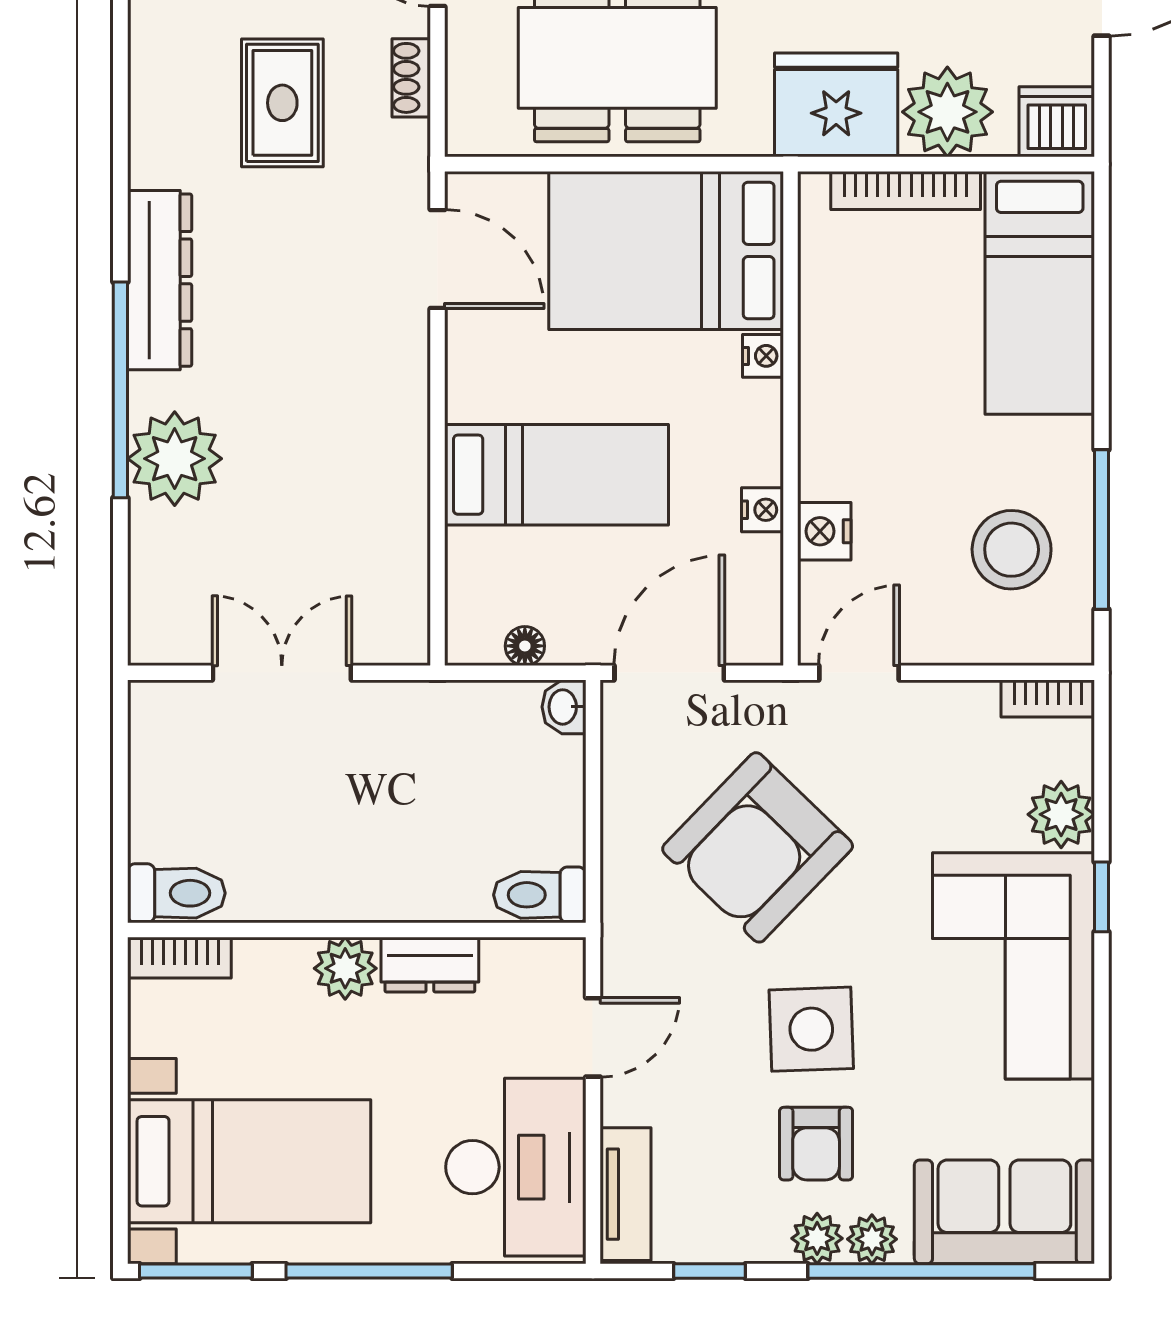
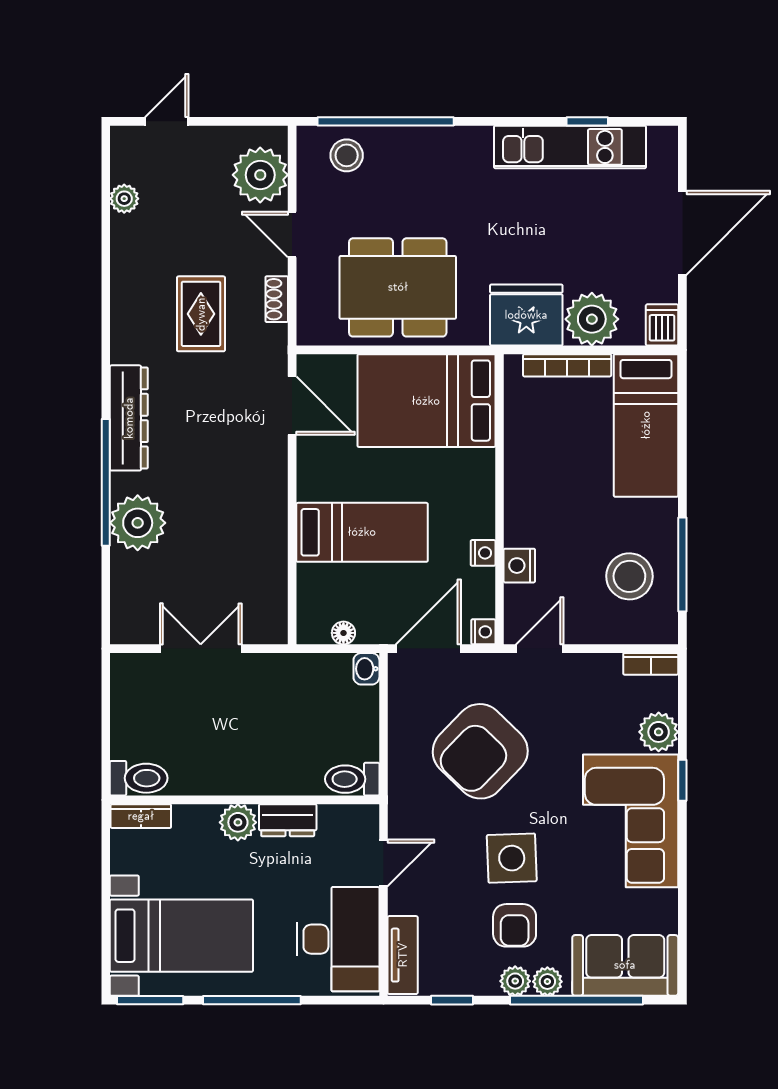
dishwasher: (1057, 122) -> (662, 325), width x0.73
nightstand: (763, 356) -> (483, 632), moved

